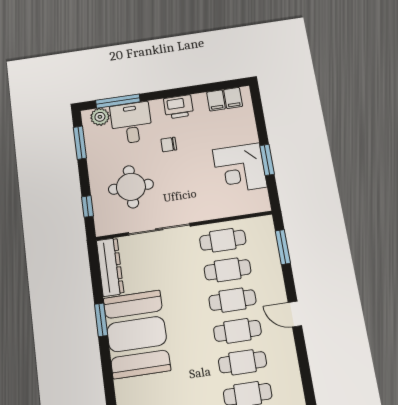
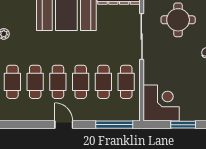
corner desk: (240, 168) -> (161, 103), moved, turned 90
window: (283, 247) -> (114, 125), width x1.44
door: (295, 314) -> (64, 125), hinge flipped

